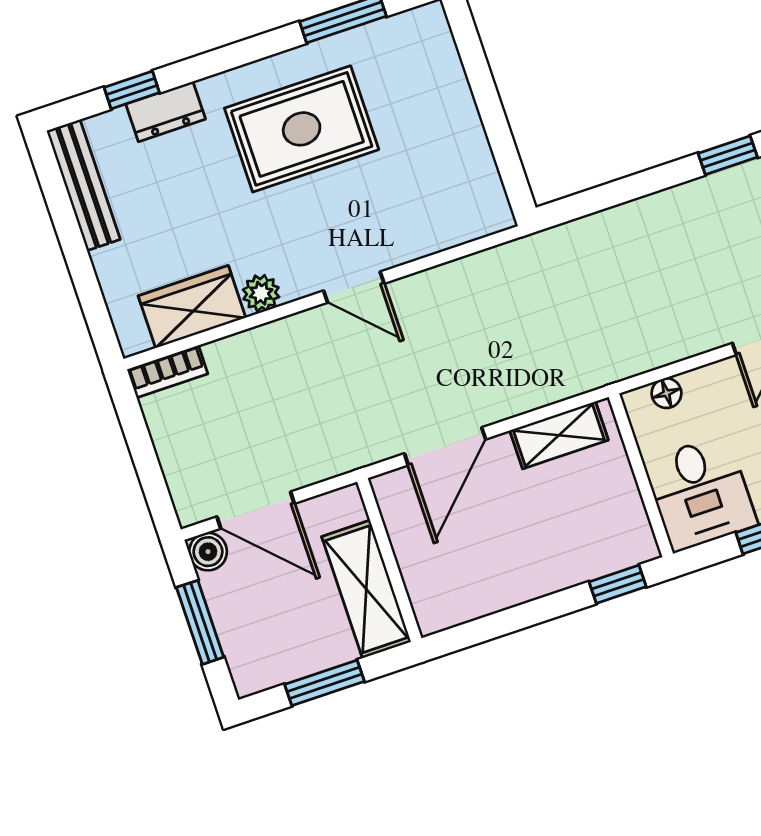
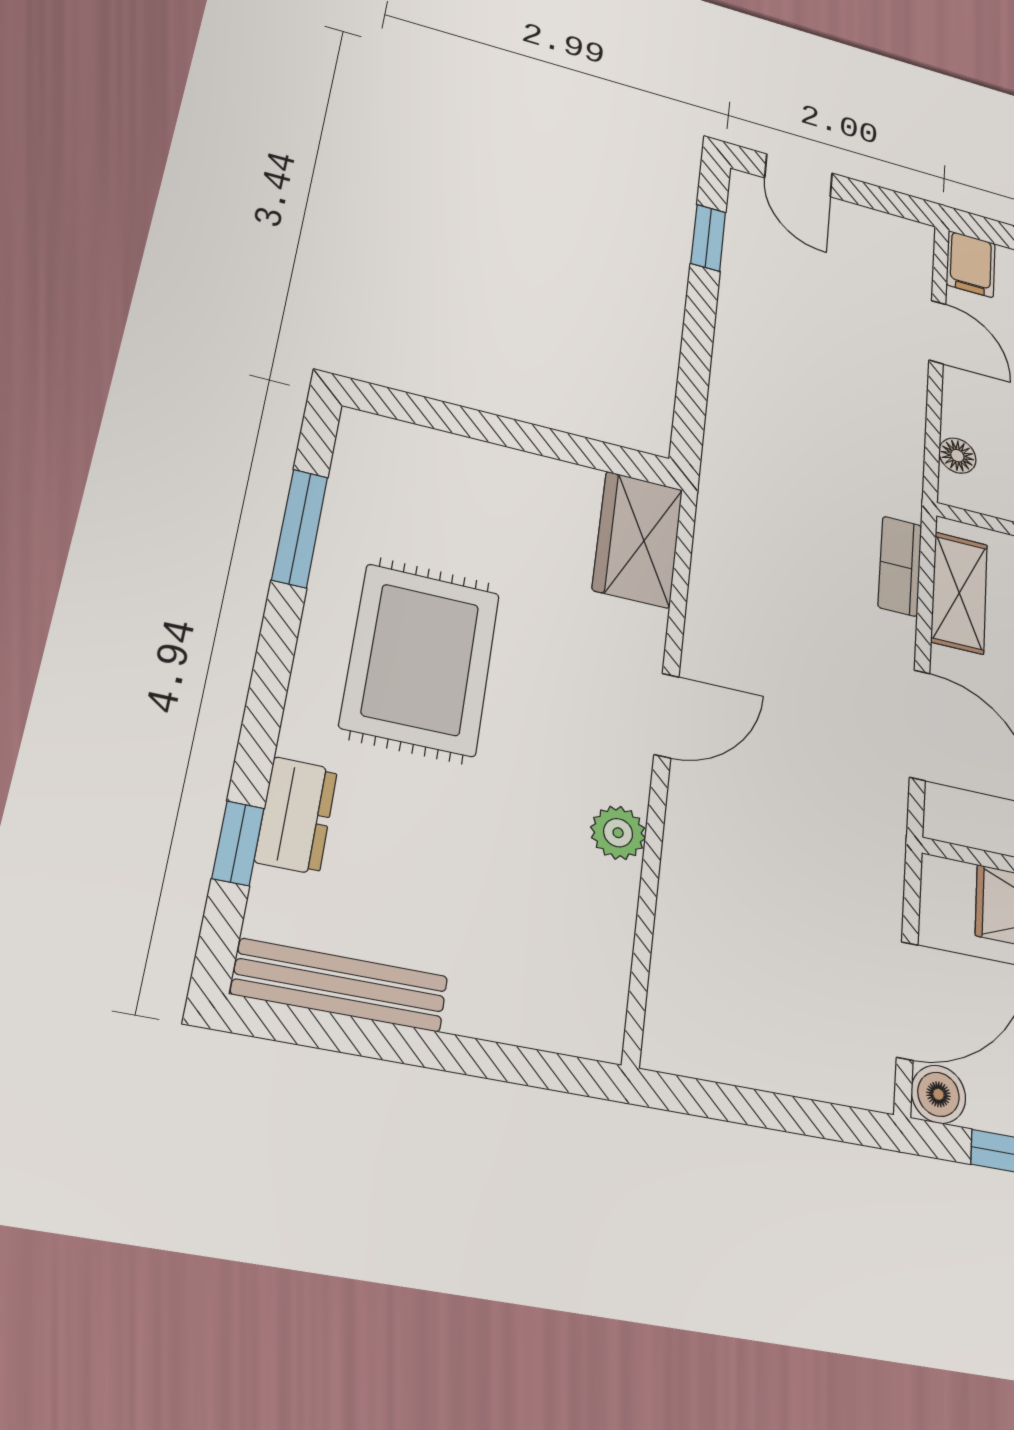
wardrobe: (192, 307) -> (638, 539), moved
bookcase: (167, 372) -> (900, 566), moved, turned 180

